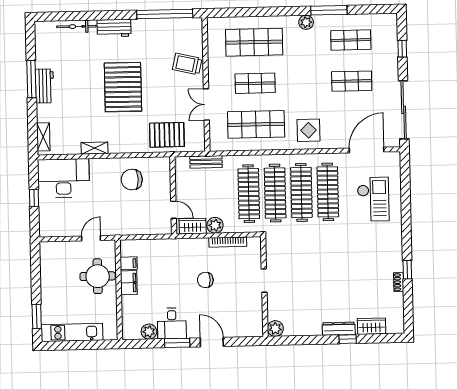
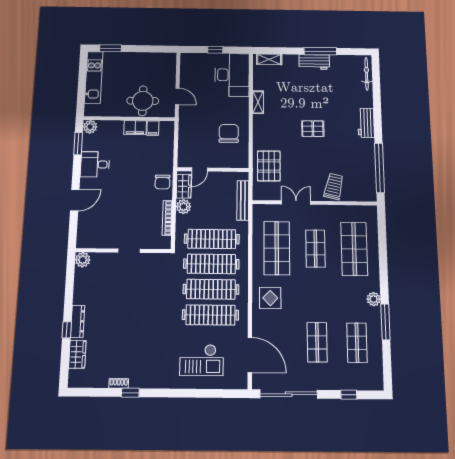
bicycle: (76, 26) -> (367, 74), moved
pallet: (123, 87) -> (313, 129), width x0.49, depth x0.50
bench: (206, 162) -> (243, 200), width x1.36
chair: (205, 280) -> (162, 182), moved, turned 180
plant: (149, 332) -> (90, 127), moved
window: (177, 343) -> (78, 144), moved

